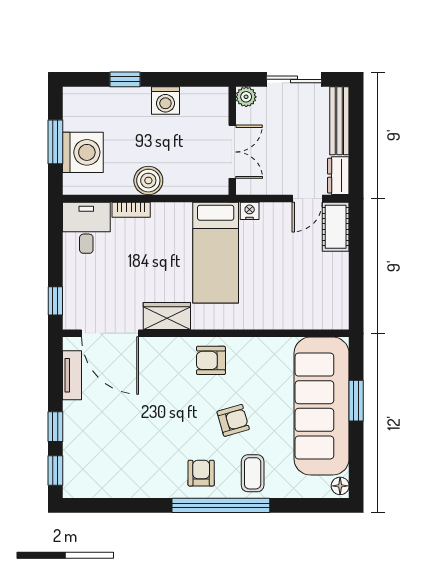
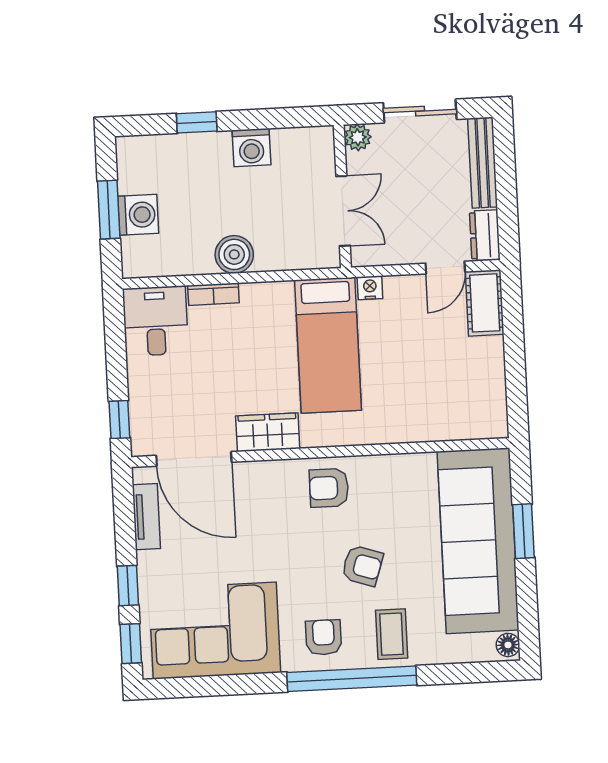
washing machine: (83, 152) -> (138, 215), width x0.73, depth x0.73
armchair: (233, 420) -> (362, 566), turned 34
corner sofa: (119, 464) -> (215, 631), added

